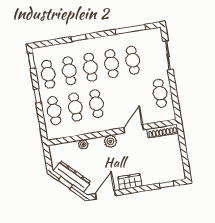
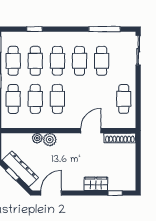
window: (79, 38) -> (34, 29), moved
sliding door: (168, 55) -> (138, 50), moved
plant: (110, 141) -> (50, 140), moved
wardrobe: (130, 182) -> (96, 184), moved

